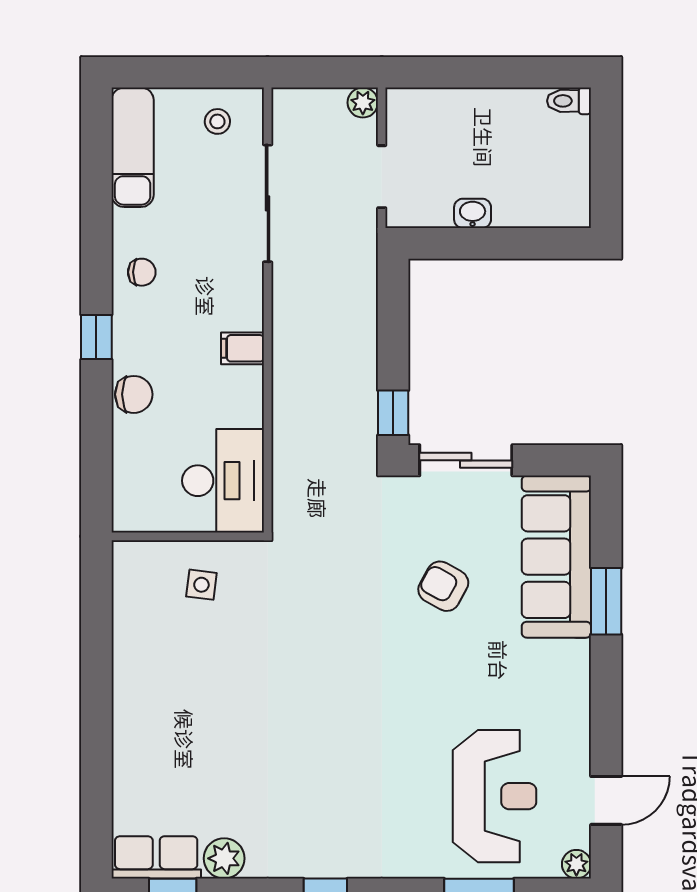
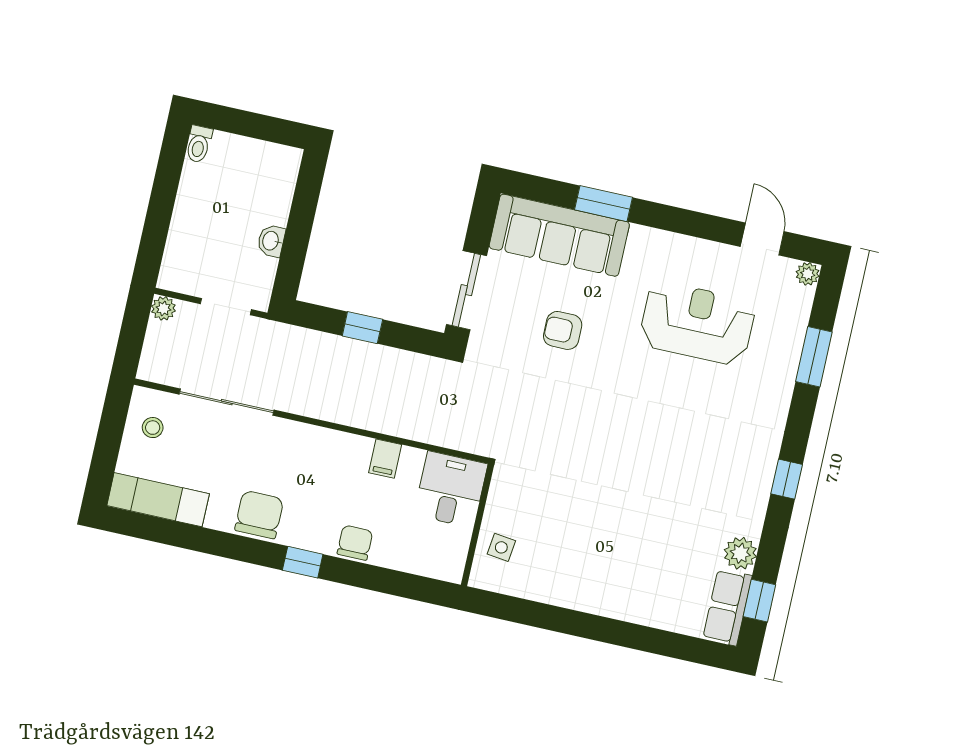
chair: (142, 272) -> (259, 515), width x1.87, depth x1.87
filing cabinet: (242, 348) -> (385, 459), moved
window: (393, 413) -> (362, 328), moved
desk: (223, 481) -> (451, 489), width x0.73
side table: (201, 585) -> (501, 547), moved
armchair: (443, 586) -> (563, 330), turned 61
reception desk: (495, 796) -> (697, 323), moved

